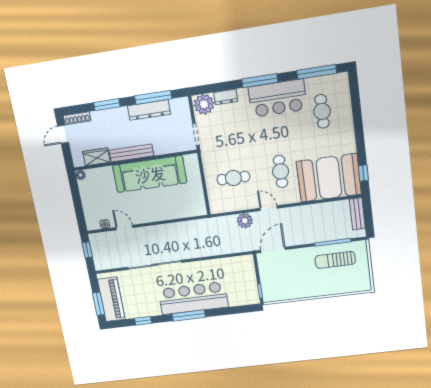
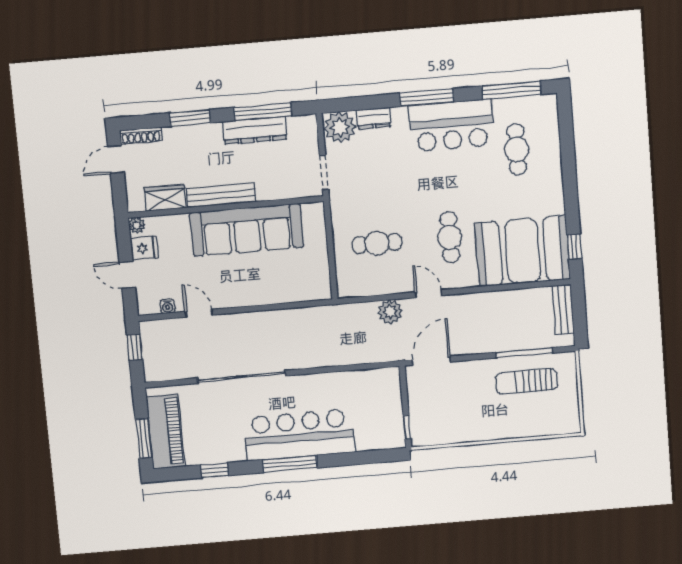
fridge: (87, 189) -> (144, 248), added
door: (78, 206) -> (127, 275), added

